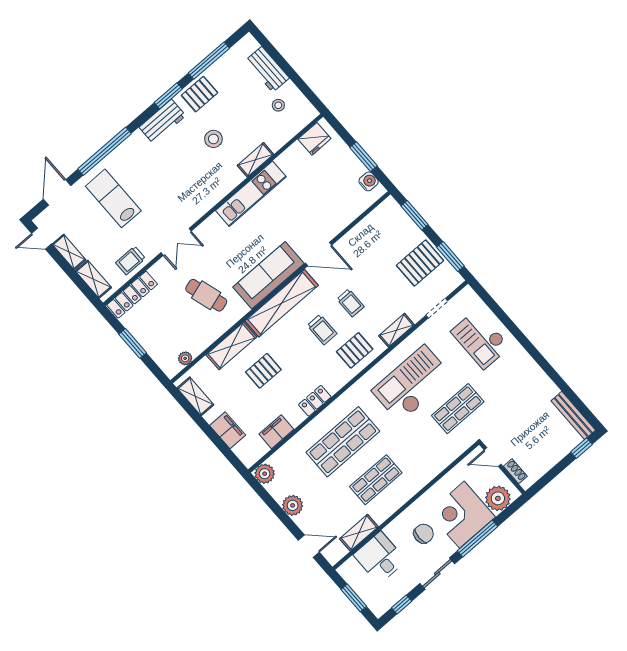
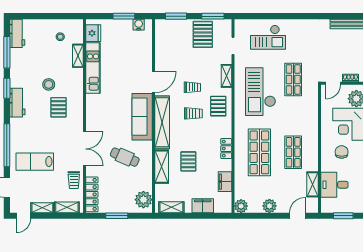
workbench: (267, 69) -> (17, 33), moved, turned -90
pallet: (200, 94) -> (58, 107), moved
shelving: (255, 160) -> (78, 56), moved
kitchen unit: (251, 194) -> (93, 68), moved
double door: (176, 242) -> (84, 149), width x1.37
cafe table: (206, 295) -> (125, 157), turned 40
plant: (185, 358) -> (143, 200), width x1.88, depth x1.88

